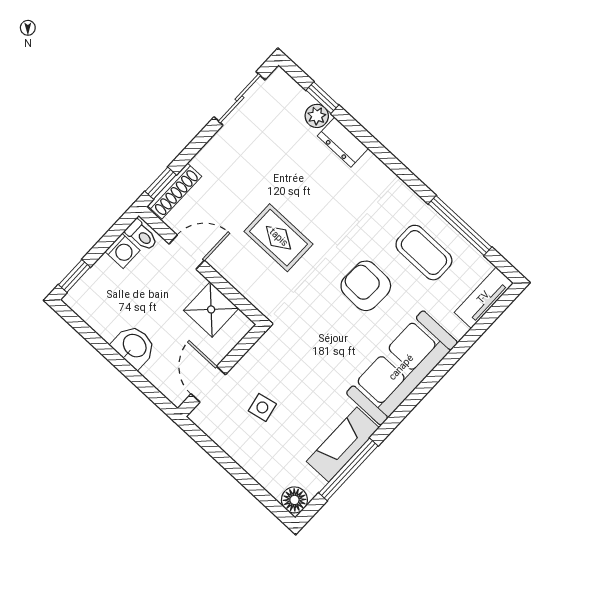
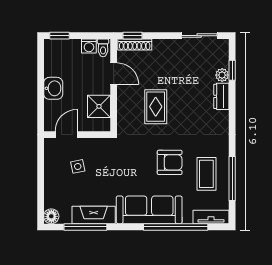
armchair: (366, 286) -> (170, 162), turned 88
window: (455, 355) -> (176, 227), added

